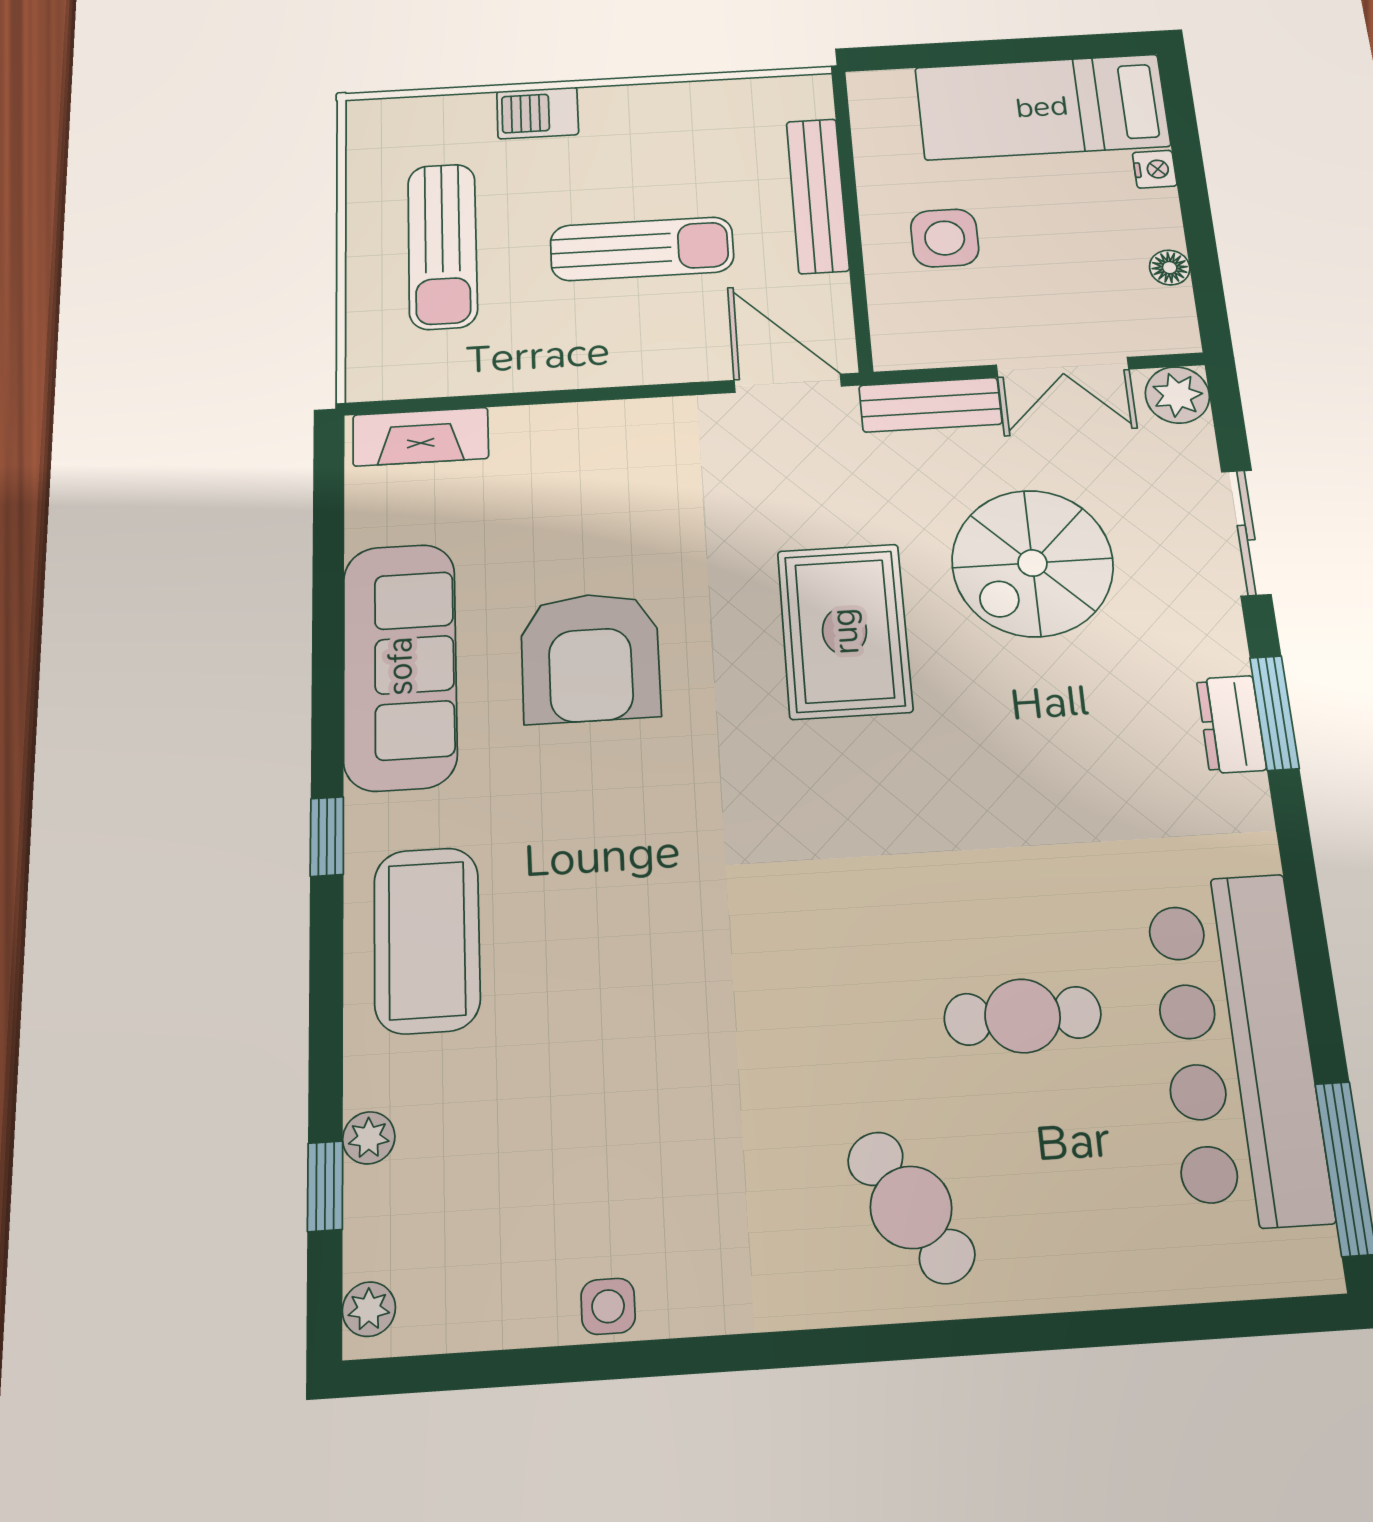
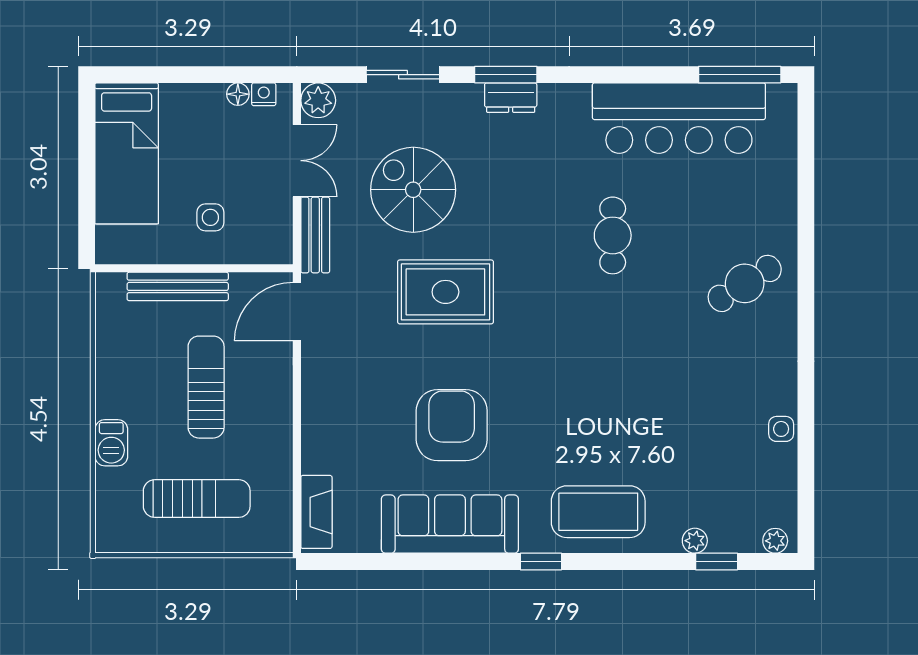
nightstand: (1155, 169) -> (264, 94), moved
side table: (945, 238) -> (210, 217), width x0.73, depth x0.73
spiral stairs: (1032, 563) -> (413, 190), turned 180
armchair: (590, 657) -> (452, 425), turned -90
cafe table: (1023, 1016) -> (613, 235), moved

